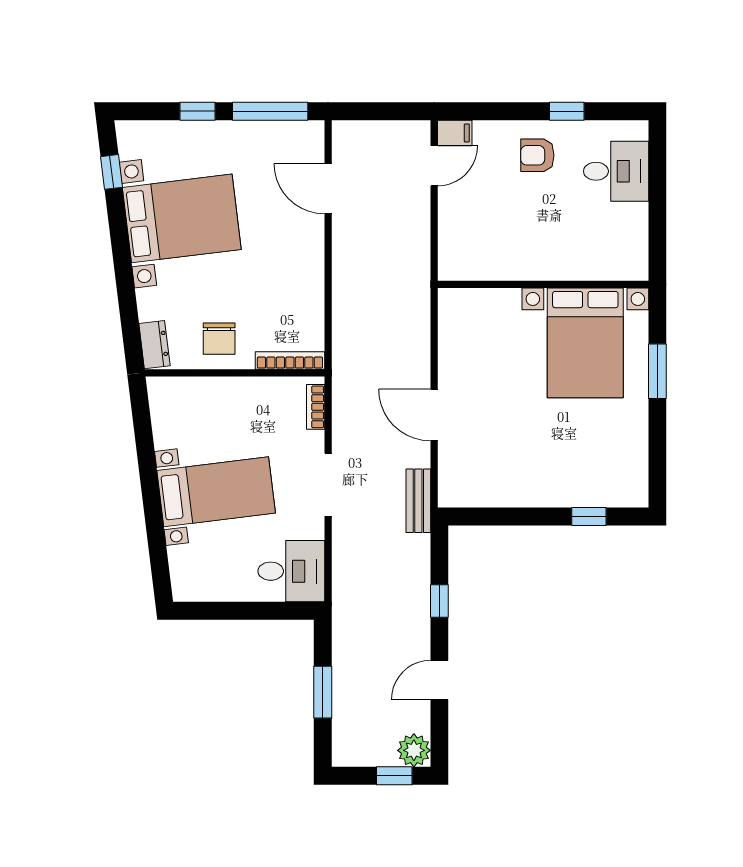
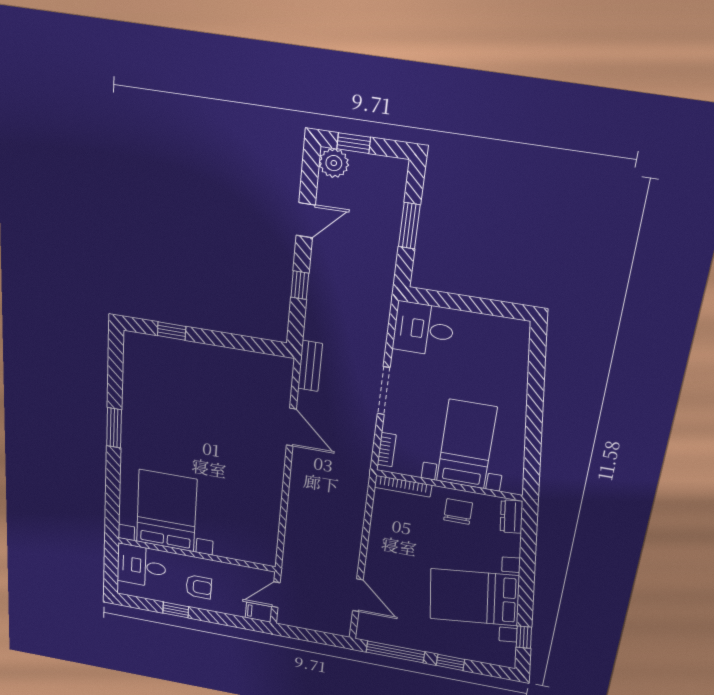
wall: (543, 284) -> (196, 555), moved
bed with nightstands: (585, 343) -> (167, 511), moved
bed with nightstands: (216, 492) -> (467, 444), moved, turned 97

